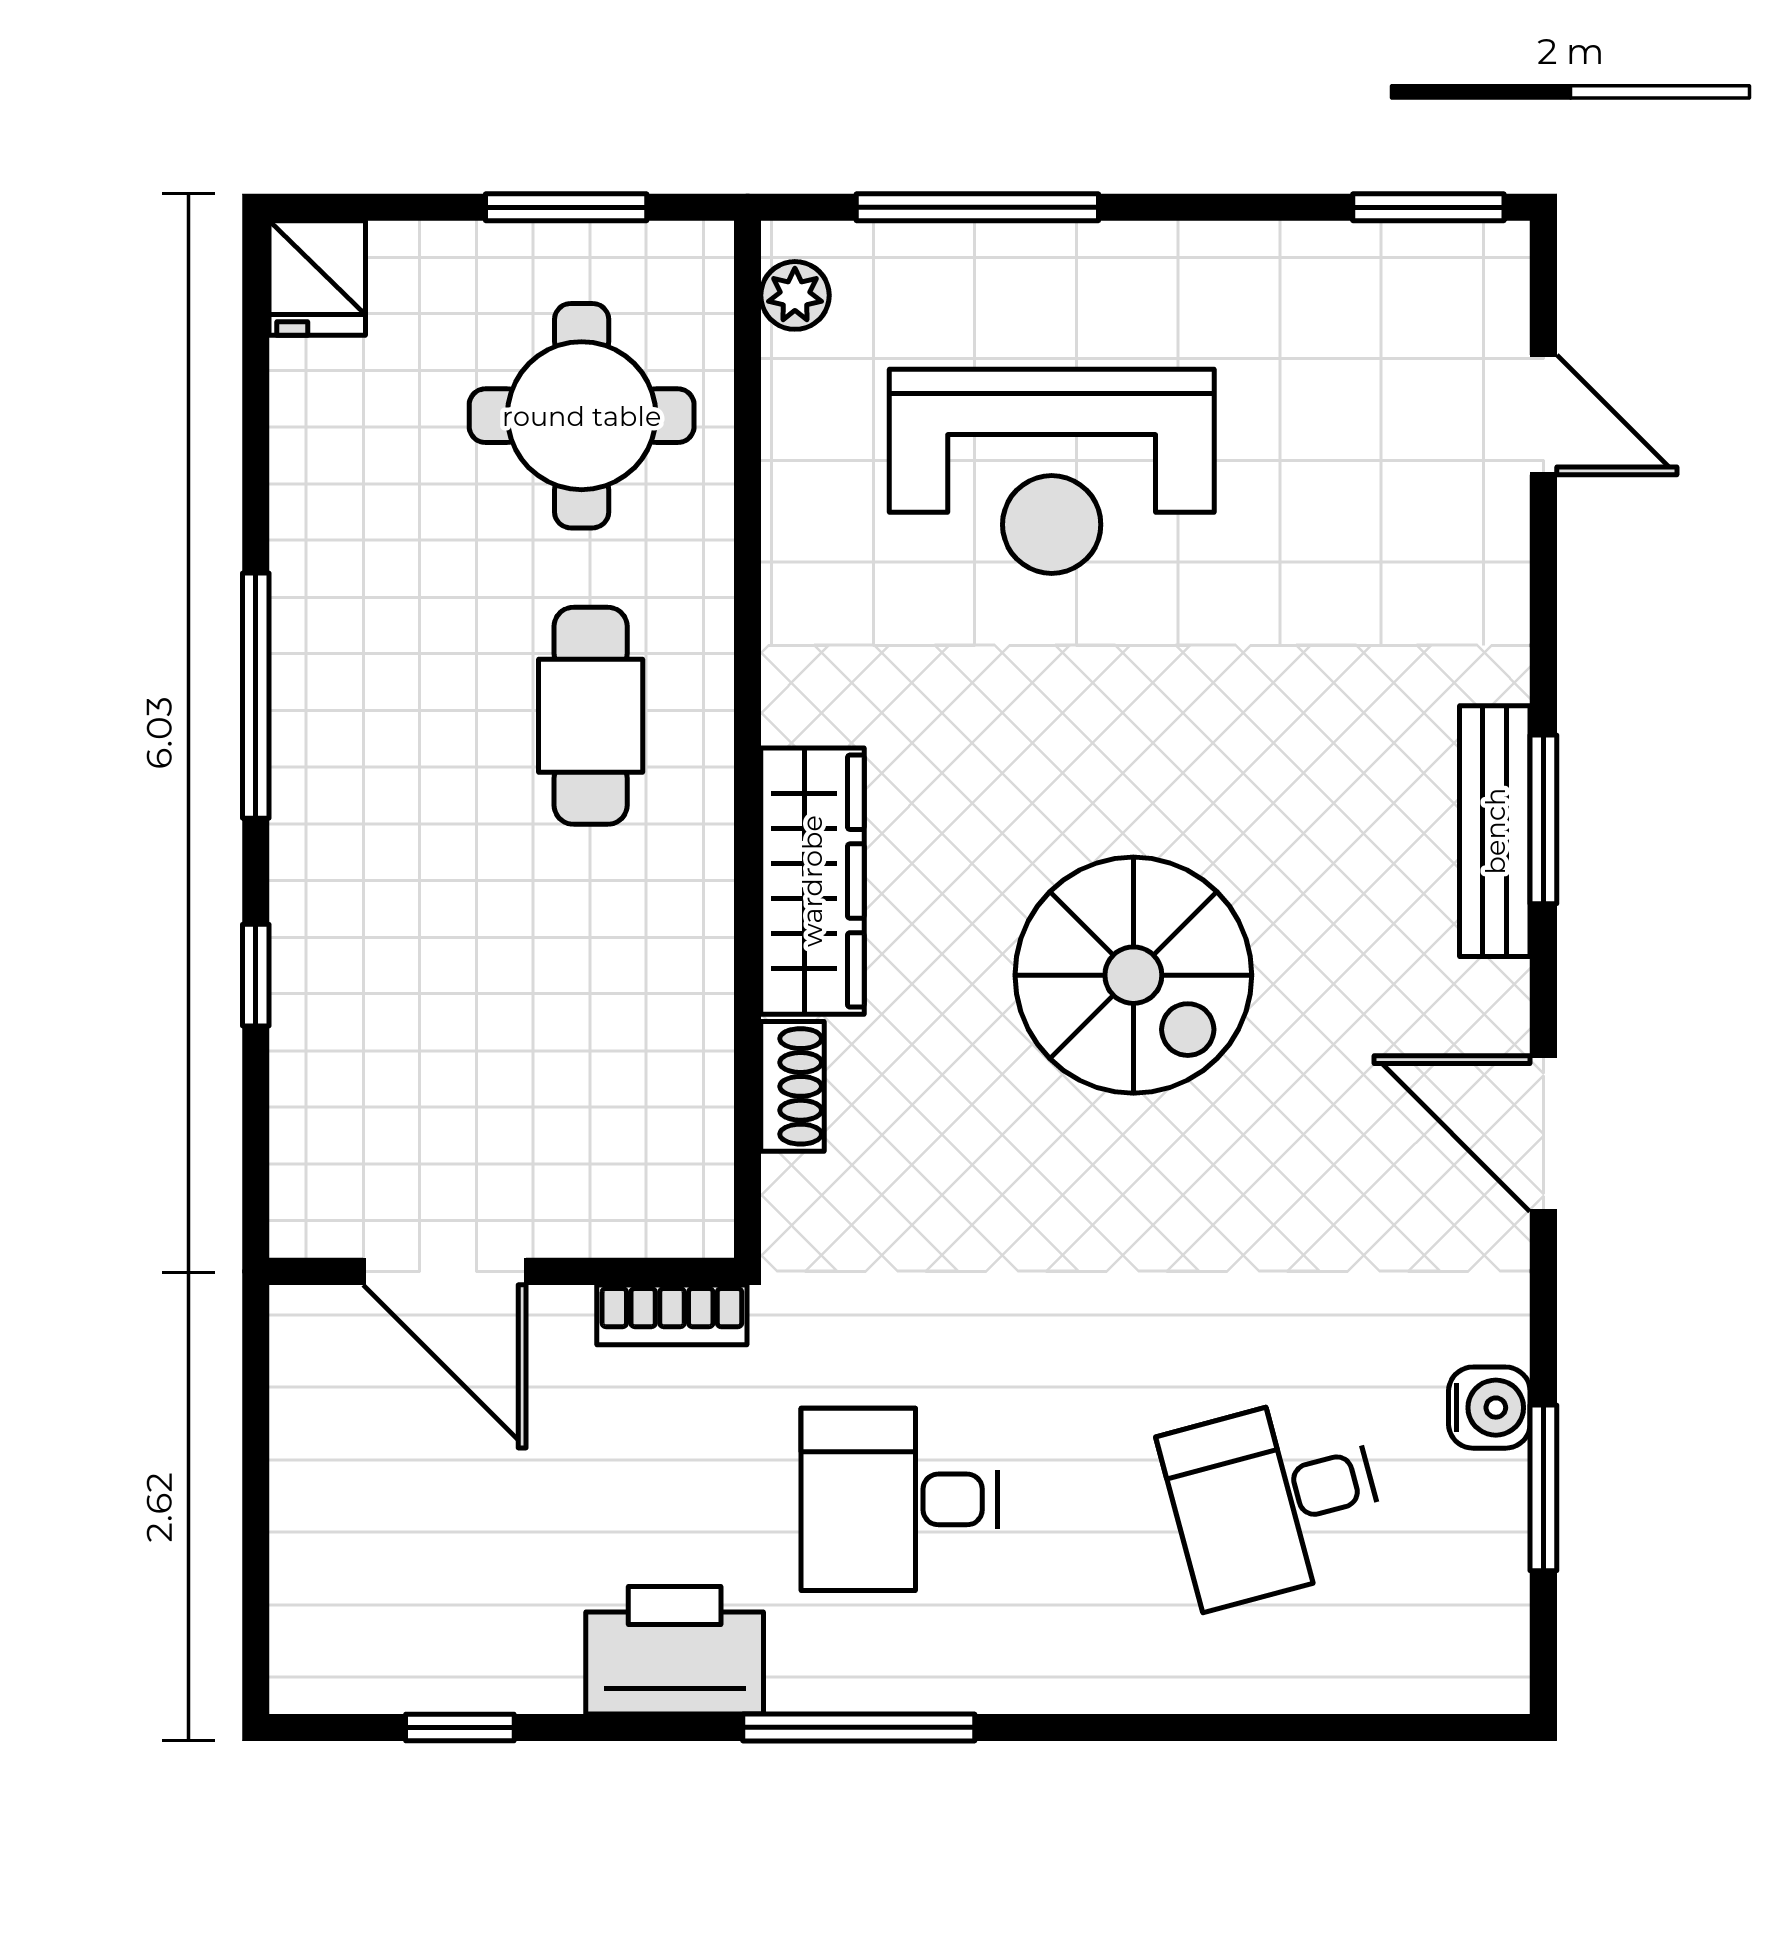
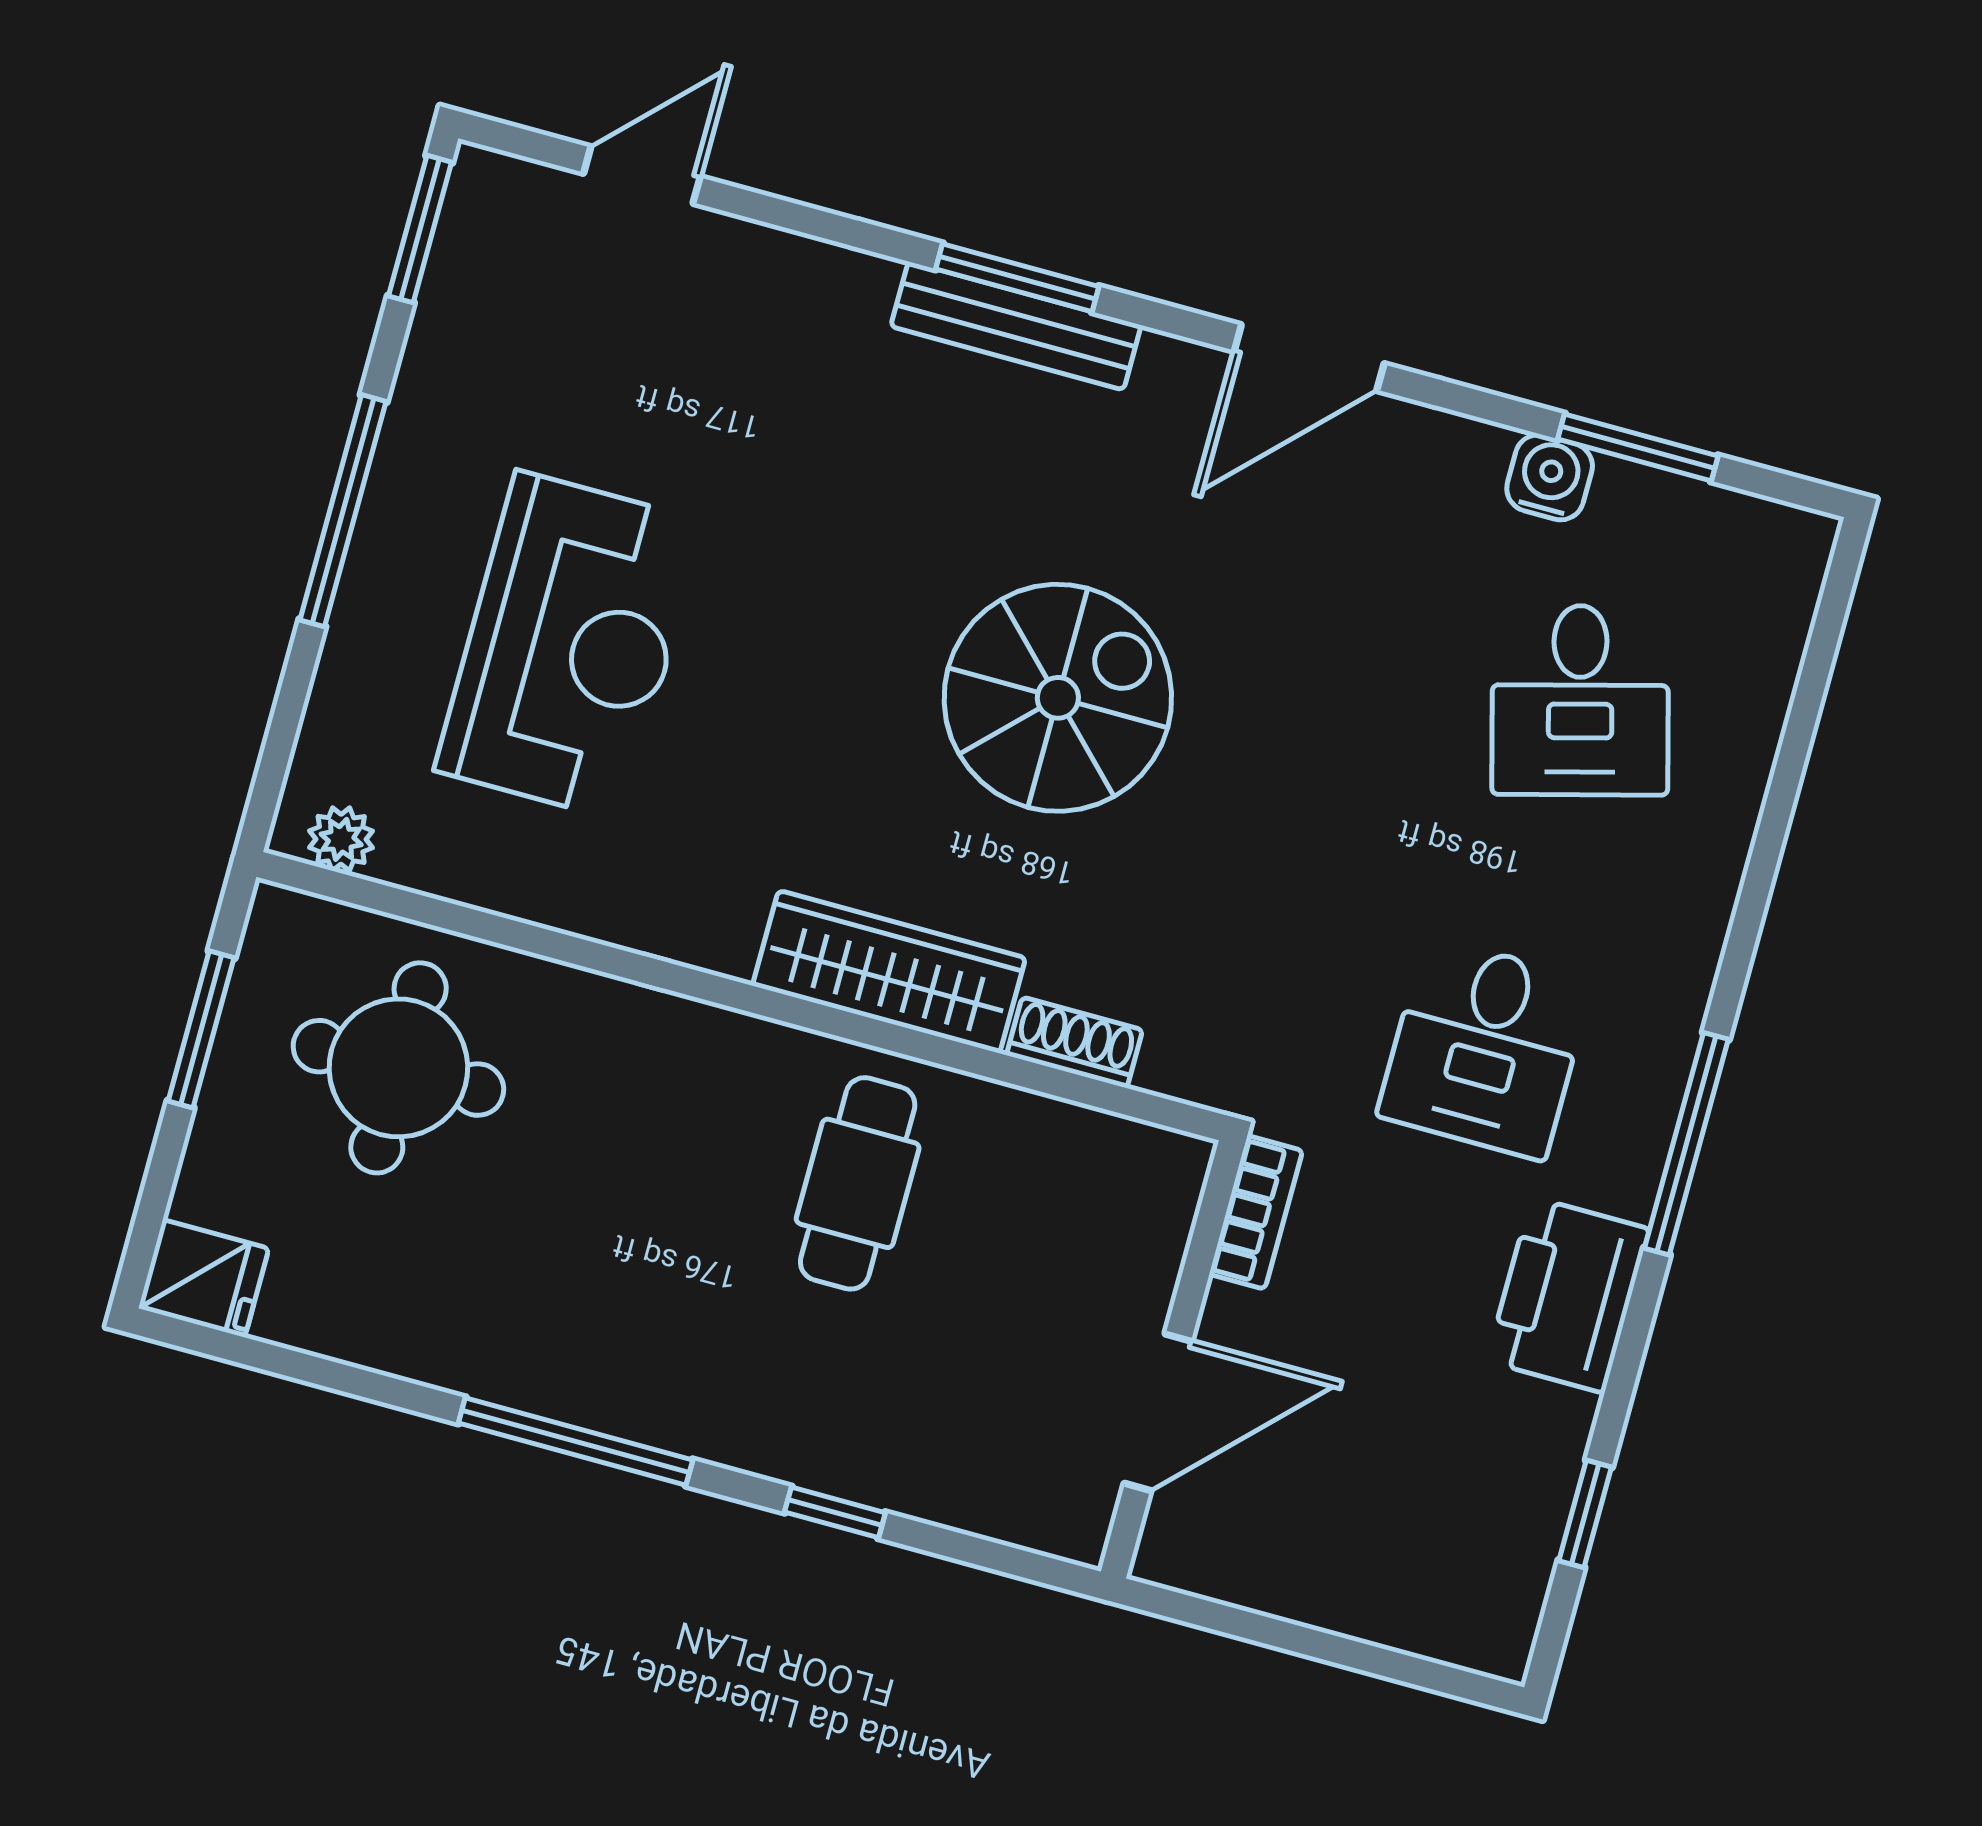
window: (977, 207) -> (343, 511), moved
cafe table: (591, 716) -> (858, 1183), moved, turned 90

